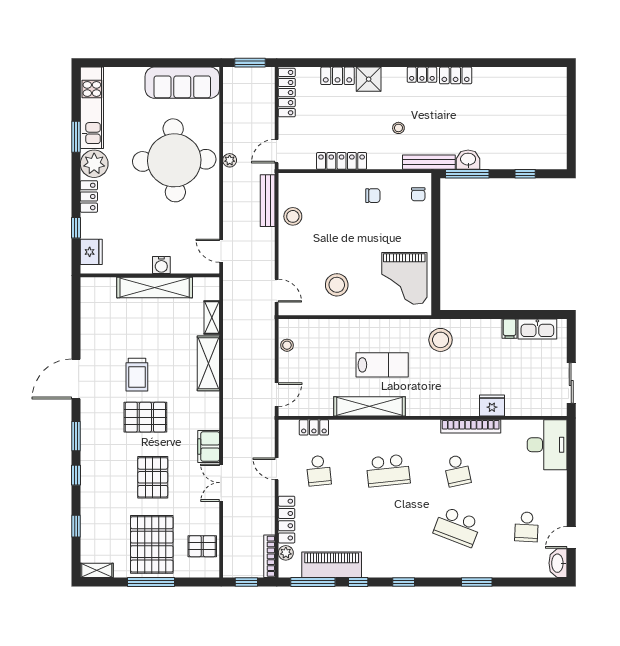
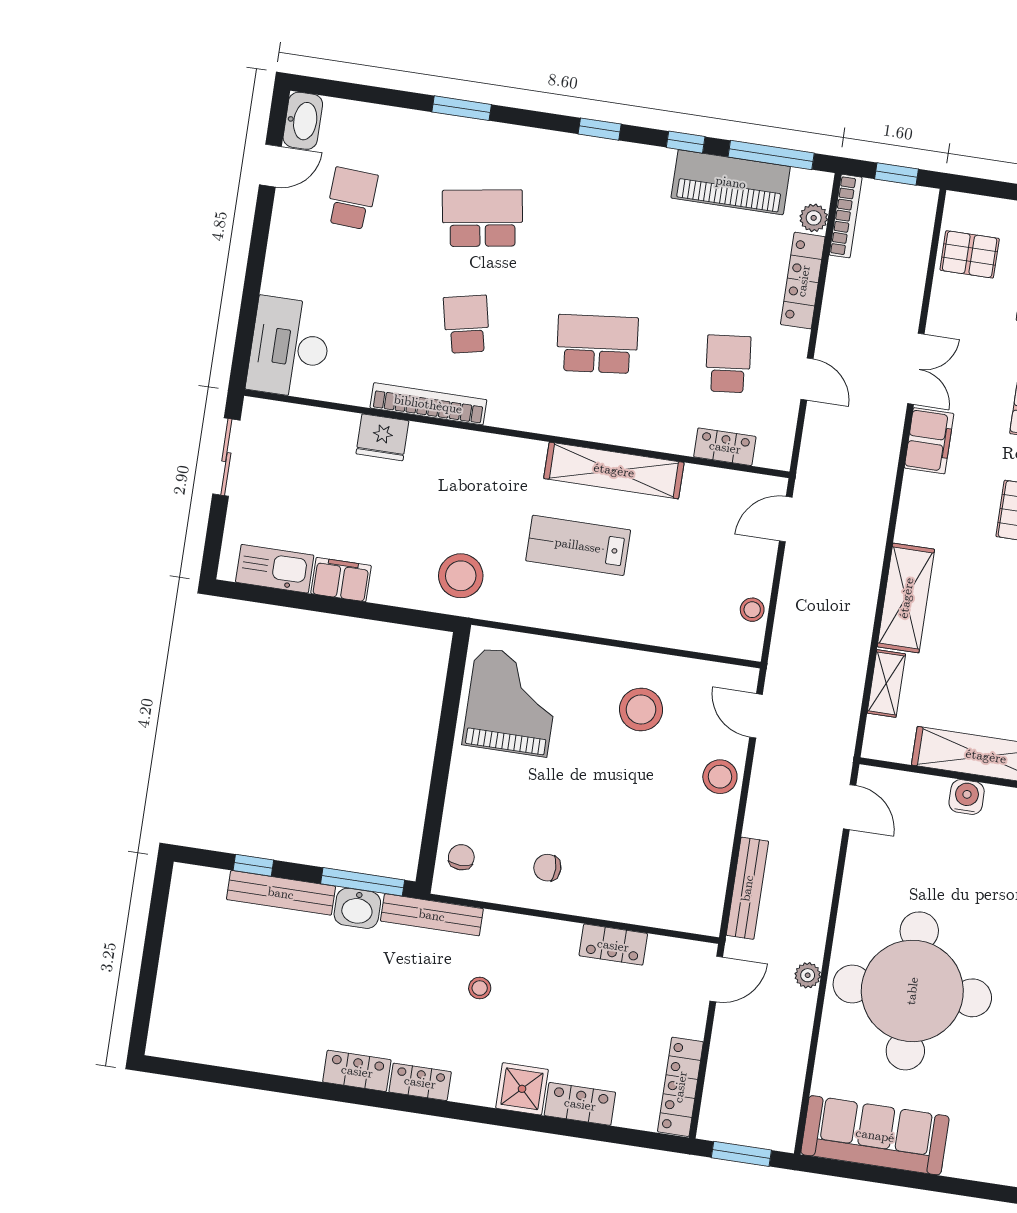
locker: (342, 161) -> (613, 945), width x0.66
bench: (509, 162) -> (281, 893), added
stool: (293, 216) -> (720, 777), moved
filing cabinet: (509, 329) -> (341, 580), width x2.00
school desk: (457, 527) -> (482, 218), turned -30

